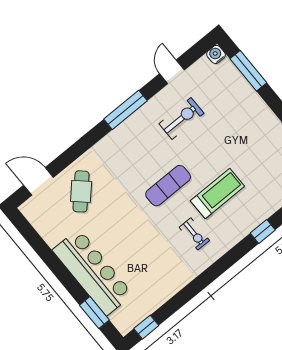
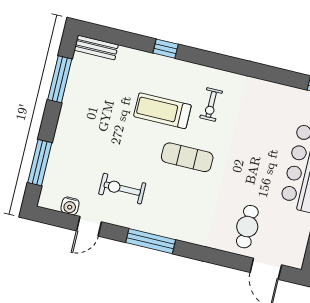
water cooler: (216, 54) -> (70, 206), moved
cafe table: (81, 191) -> (247, 227), turned -43
exercise bike: (194, 234) -> (211, 104), turned 180

